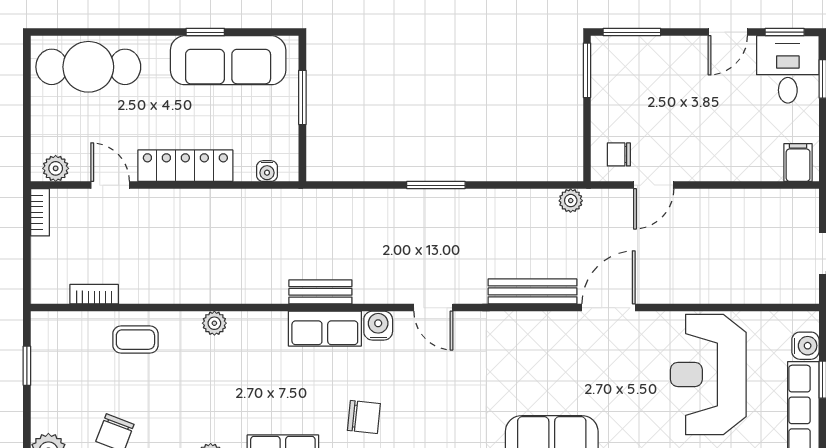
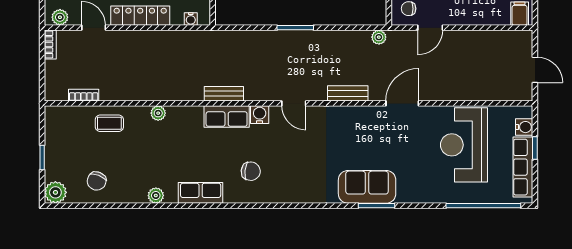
bench: (532, 291) -> (348, 93), width x0.73
window: (27, 366) -> (42, 157), moved

